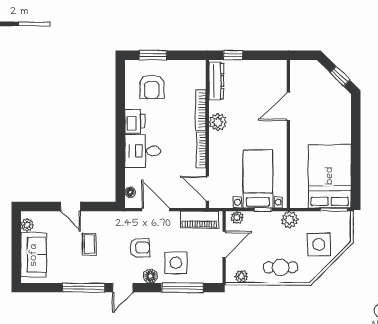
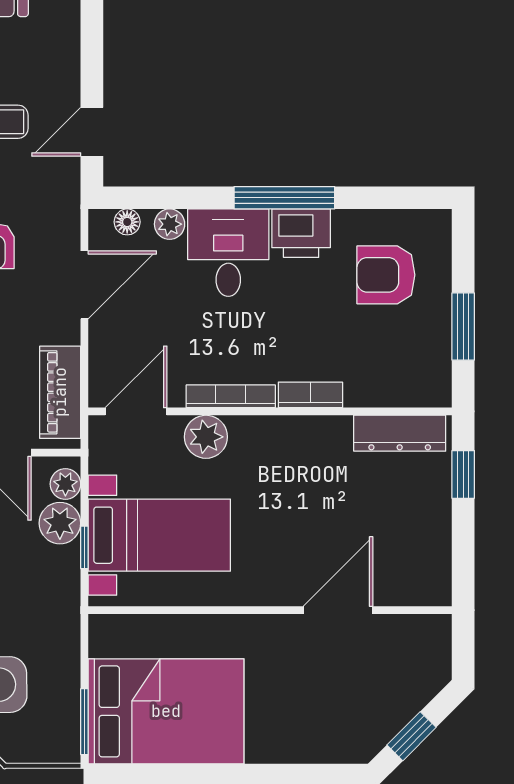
window: (153, 55) -> (463, 327), moved
door: (288, 106) -> (338, 610), hinge flipped
bookcase: (201, 110) -> (310, 395), width x0.64
plant: (218, 122) -> (206, 437), moved
window: (120, 128) -> (284, 198), added
plant: (131, 175) -> (170, 224), added
door: (71, 207) -> (92, 132), moved
plant: (290, 220) -> (60, 523), moved

